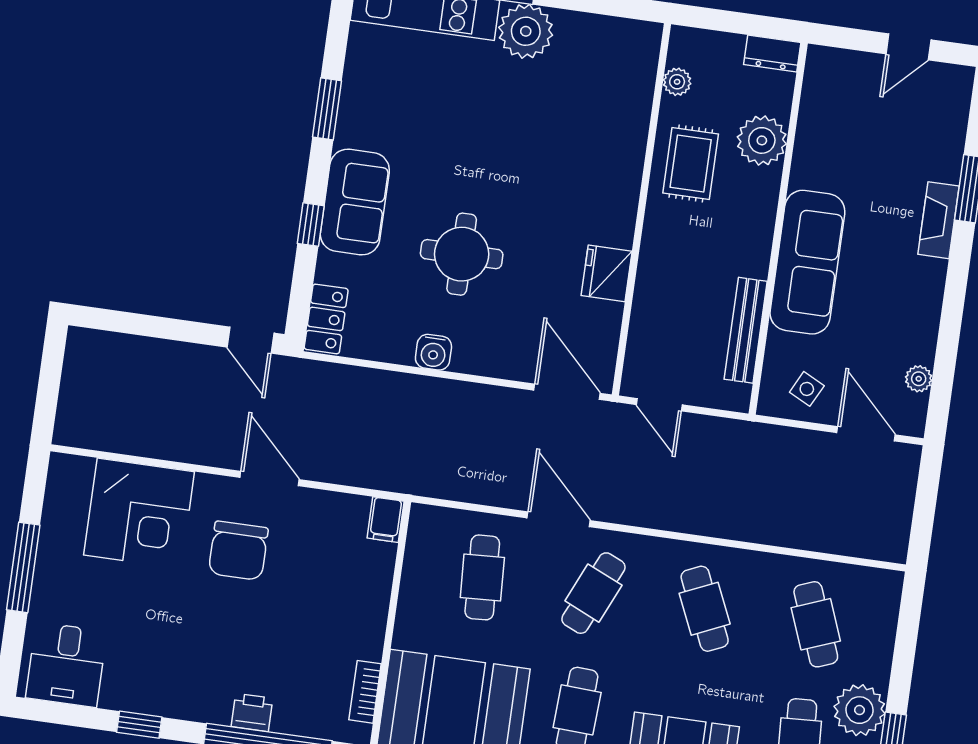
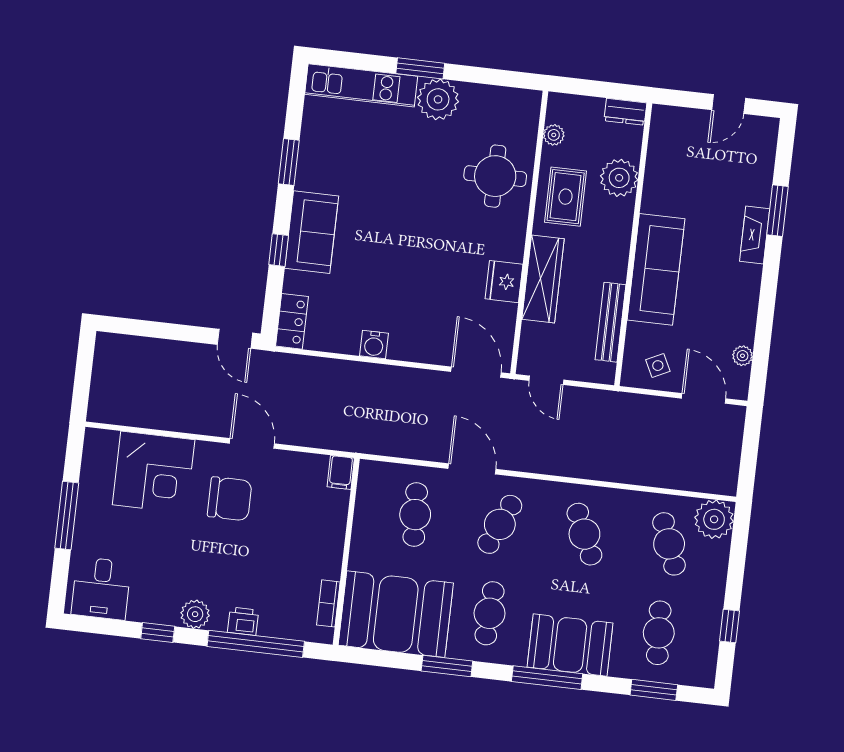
round table: (462, 254) -> (495, 176), moved
wardrobe: (658, 271) -> (543, 279), added
side table: (807, 389) -> (658, 366), turned 37
chair: (238, 551) -> (230, 499), turned -90
plant: (189, 702) -> (195, 614), added
plant: (859, 710) -> (714, 519), moved

